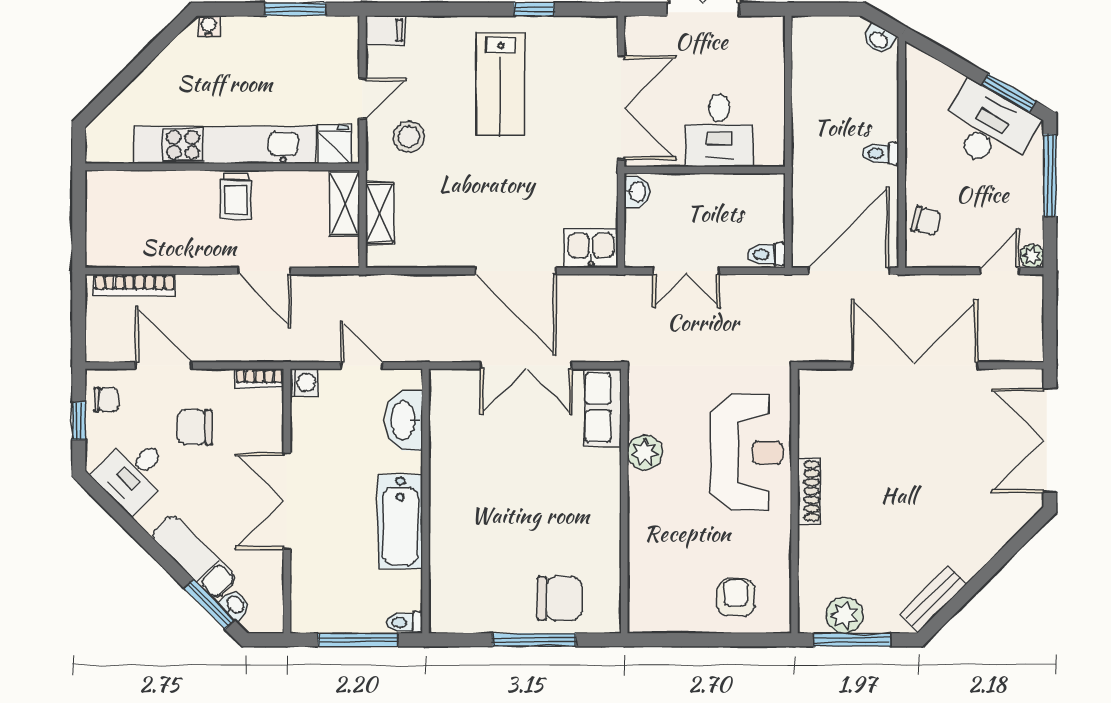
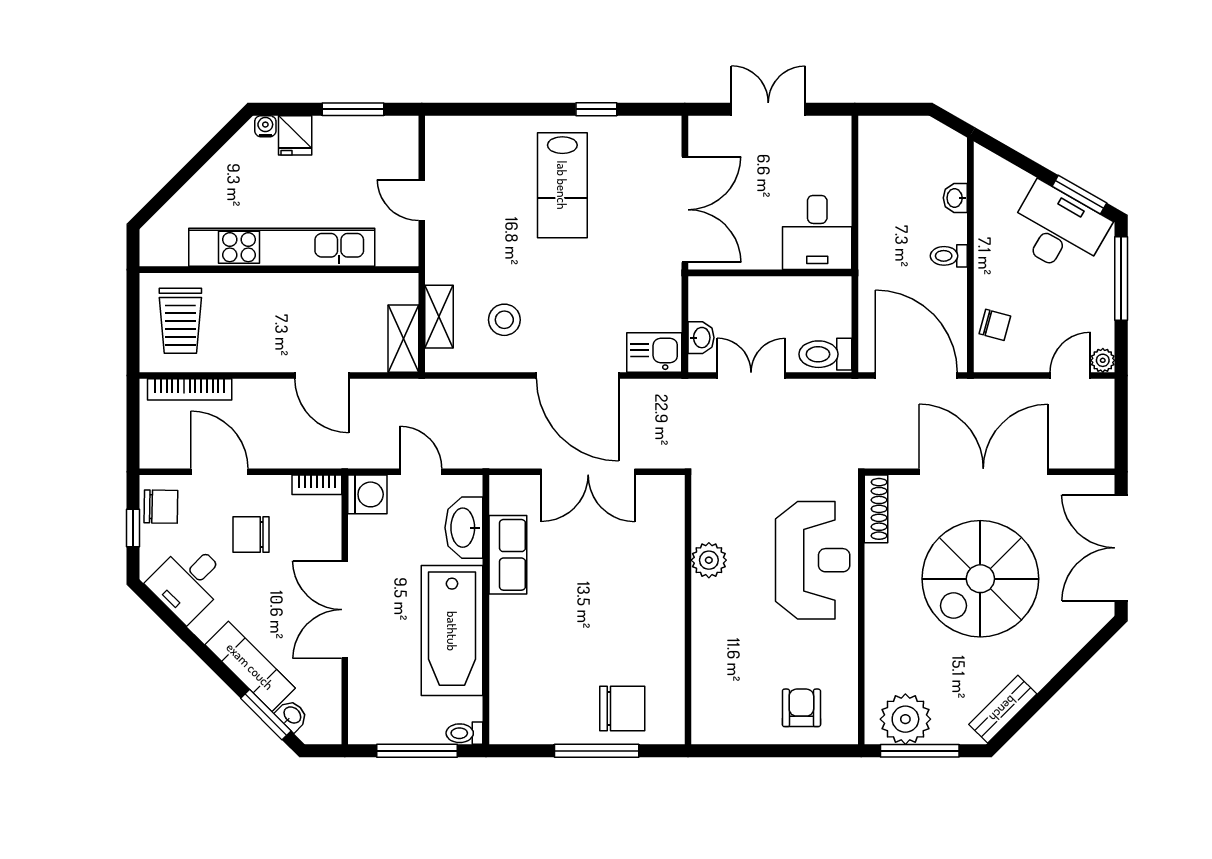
filing cabinet: (385, 30) -> (445, 131), removed
washbasin: (879, 39) -> (955, 198), moved, turned 60
door: (363, 99) -> (422, 200), swing flipped
desk: (719, 130) -> (817, 232), moved
stool: (409, 137) -> (504, 320), moved
fridge: (335, 144) -> (295, 135), moved, turned 180
washbasin: (637, 192) -> (701, 338), moved
trolley: (236, 196) -> (180, 321), moved, width x1.36, depth x1.39
shelving: (344, 203) -> (403, 339), moved
toilet: (766, 254) -> (825, 354), width x1.37, depth x1.39
double door: (686, 271) -> (751, 375), swing flipped
door: (849, 271) -> (916, 375), hinge flipped
washing machine: (304, 383) -> (367, 494), width x1.38, depth x1.38
chair: (106, 400) -> (161, 507), width x1.37, depth x1.37
row of seats: (603, 407) -> (508, 555), moved, turned 180
spiral stairs: (912, 471) -> (980, 579), added
shoe rack: (809, 491) -> (876, 509), moved
bathtub: (400, 522) -> (452, 631), width x1.36, depth x1.36
plant: (844, 615) -> (905, 719), width x1.36, depth x1.36

